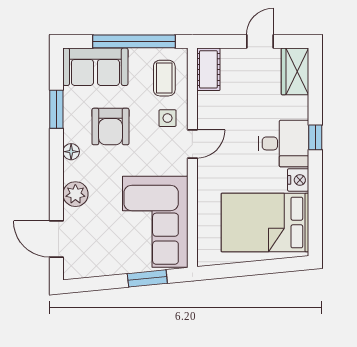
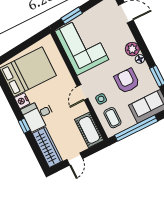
cot: (208, 69) -> (89, 130), width x1.37, depth x1.34
wardrobe: (295, 71) -> (47, 147), width x1.50
plant: (75, 194) -> (132, 49), moved

